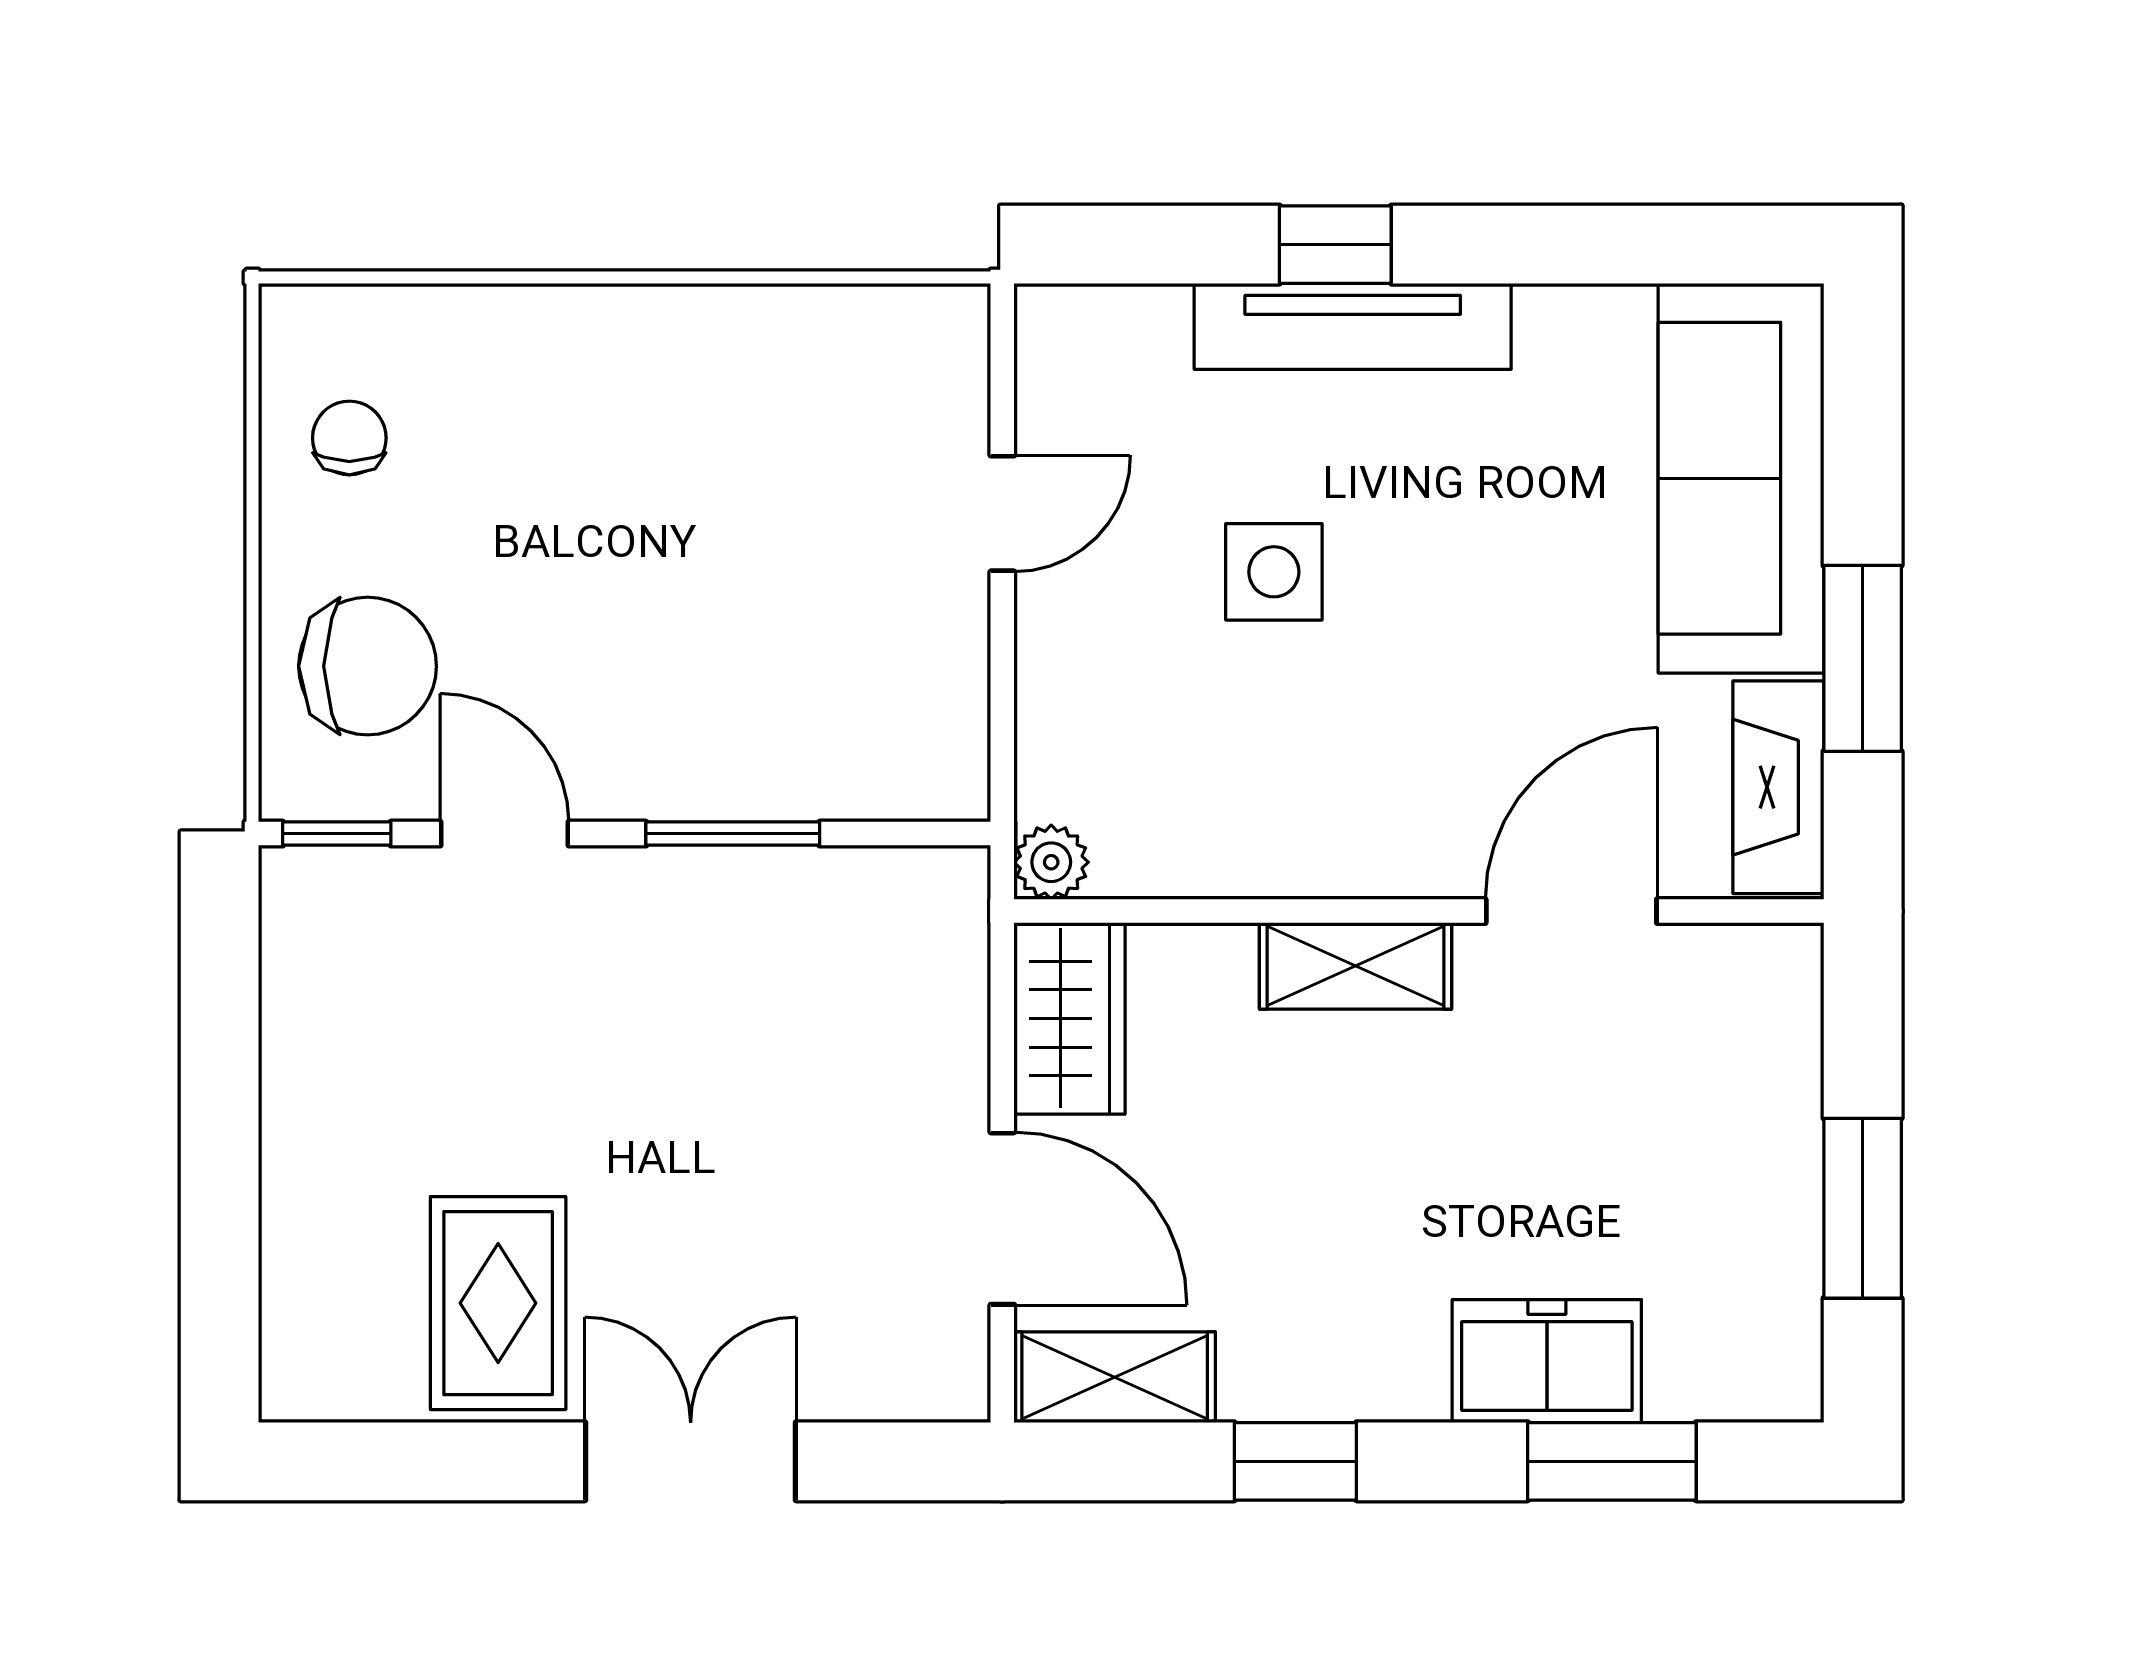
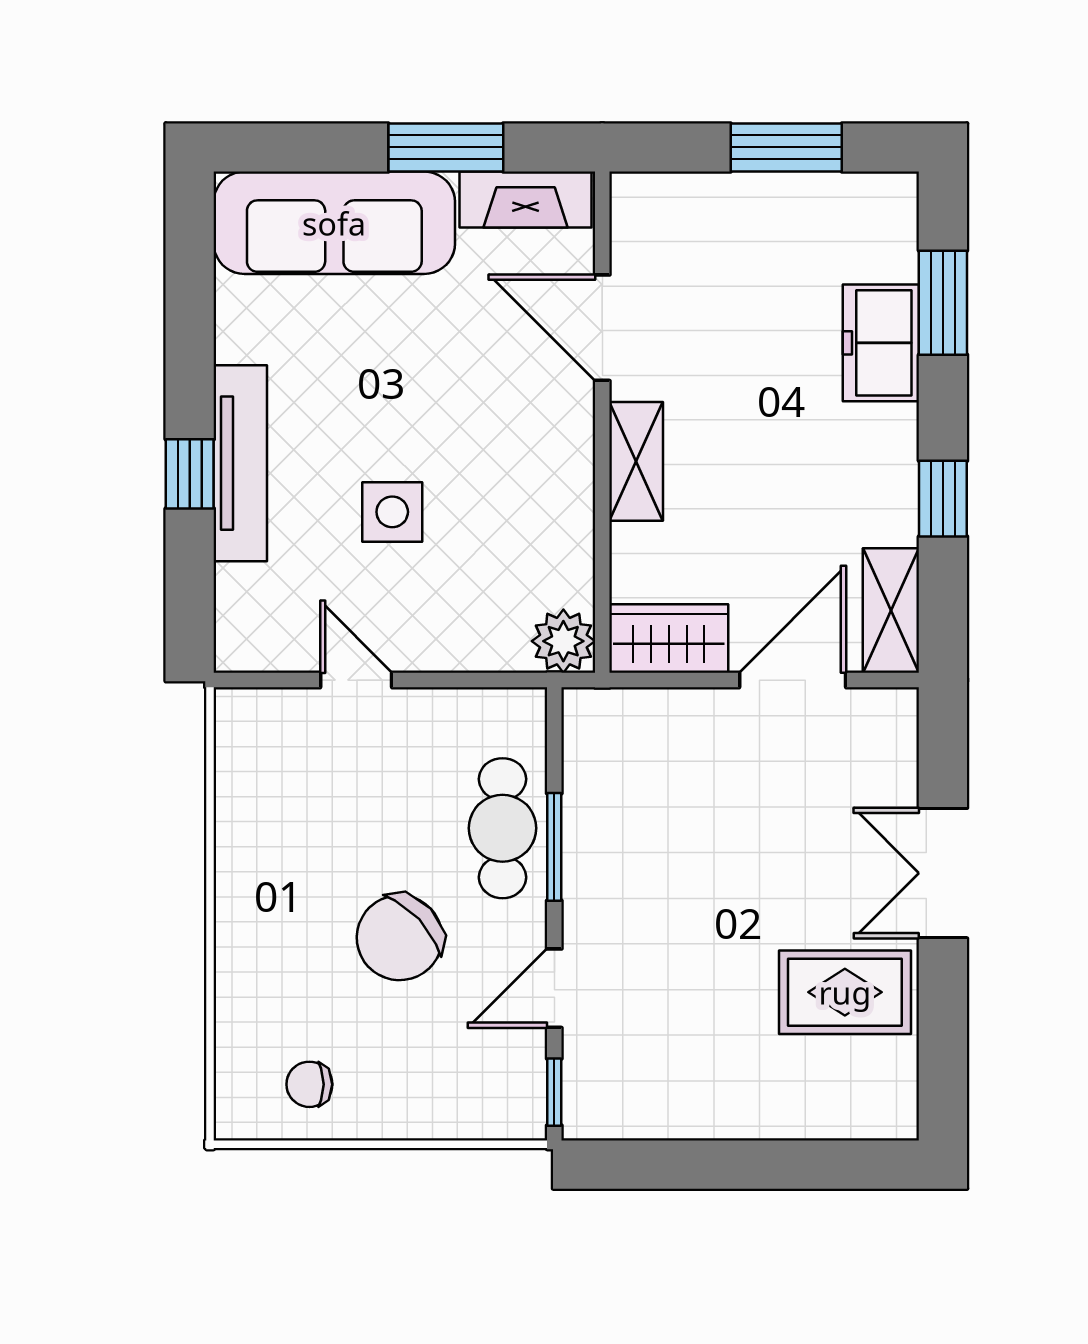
chair: (368, 666) -> (400, 938), moved, turned -133
cafe table: (763, 750) -> (502, 828), added
plant: (1051, 862) -> (563, 641), width x1.38, depth x1.38

